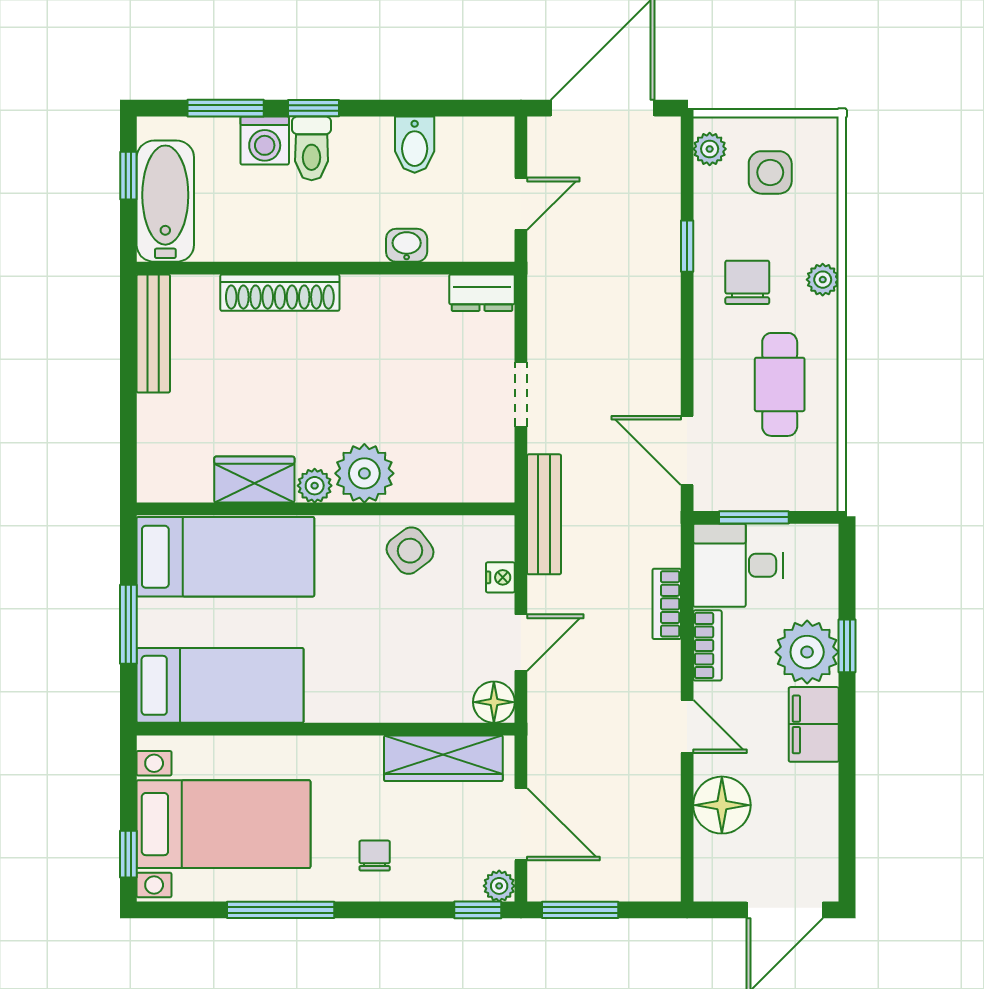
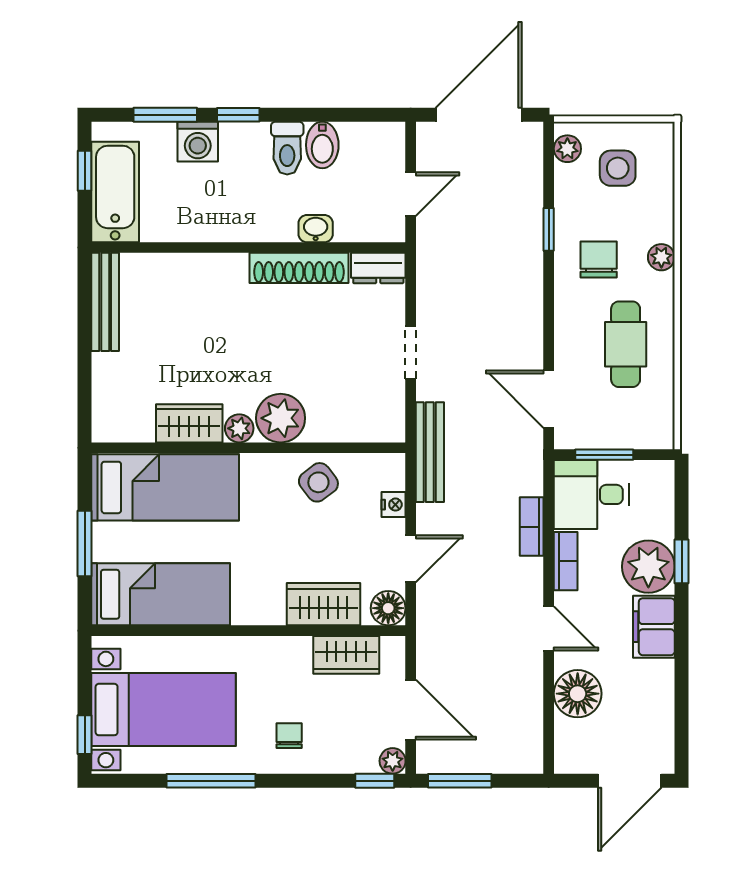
toilet: (312, 148) -> (287, 148), moved
shoe rack: (280, 293) -> (299, 268), moved
wardrobe: (416, 697) -> (324, 604), added
wardrobe: (443, 758) -> (346, 655), width x0.67

